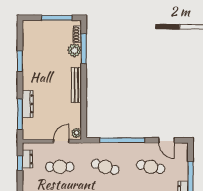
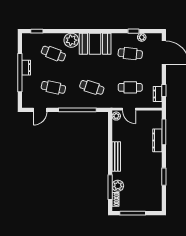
door: (166, 140) -> (40, 110), swing flipped
door: (61, 141) -> (129, 109), hinge flipped

